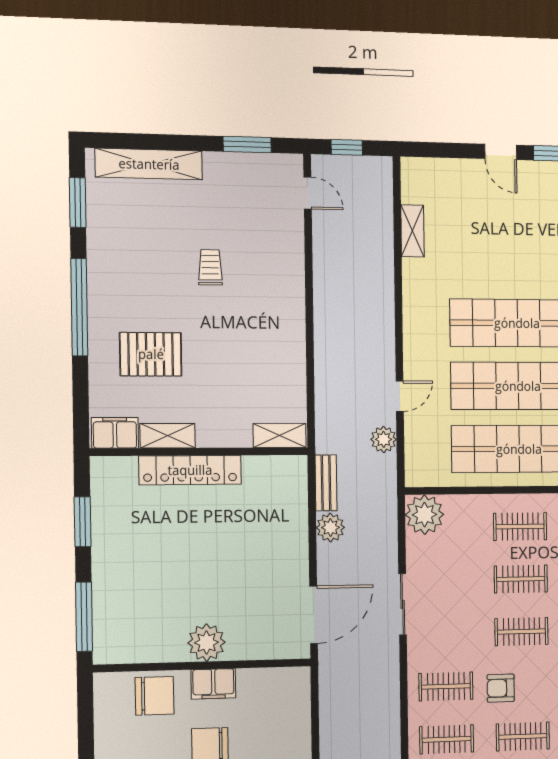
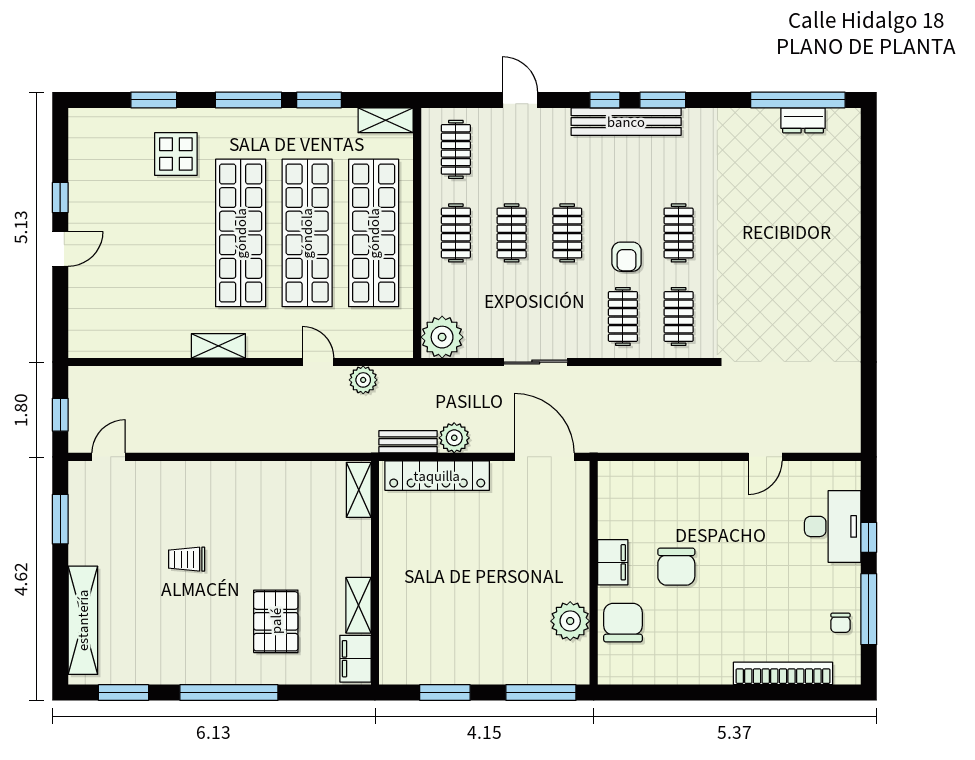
shelving: (412, 231) -> (218, 346), moved
locker: (190, 470) -> (437, 476), moved, turned 90
plant: (207, 643) -> (570, 621), moved

